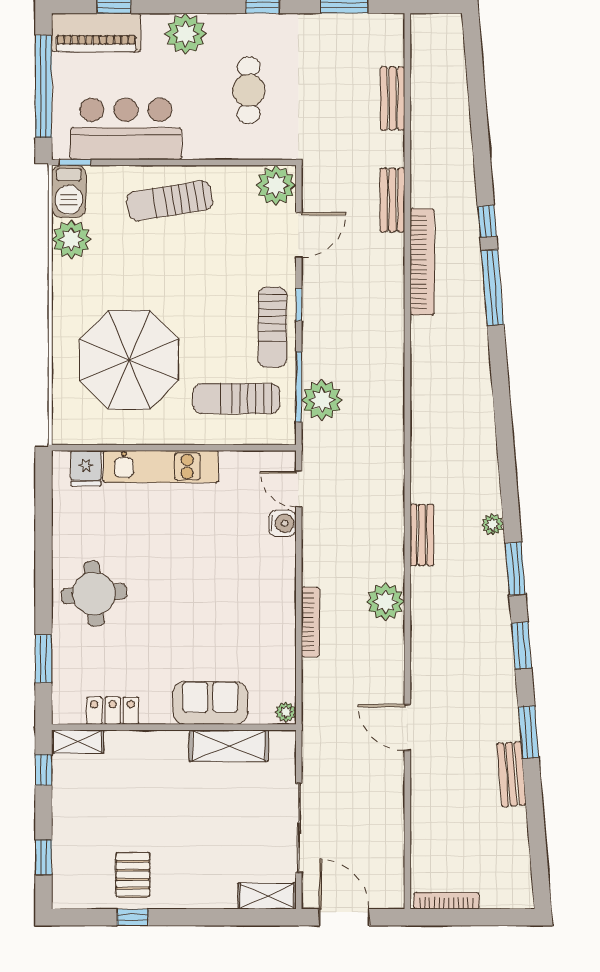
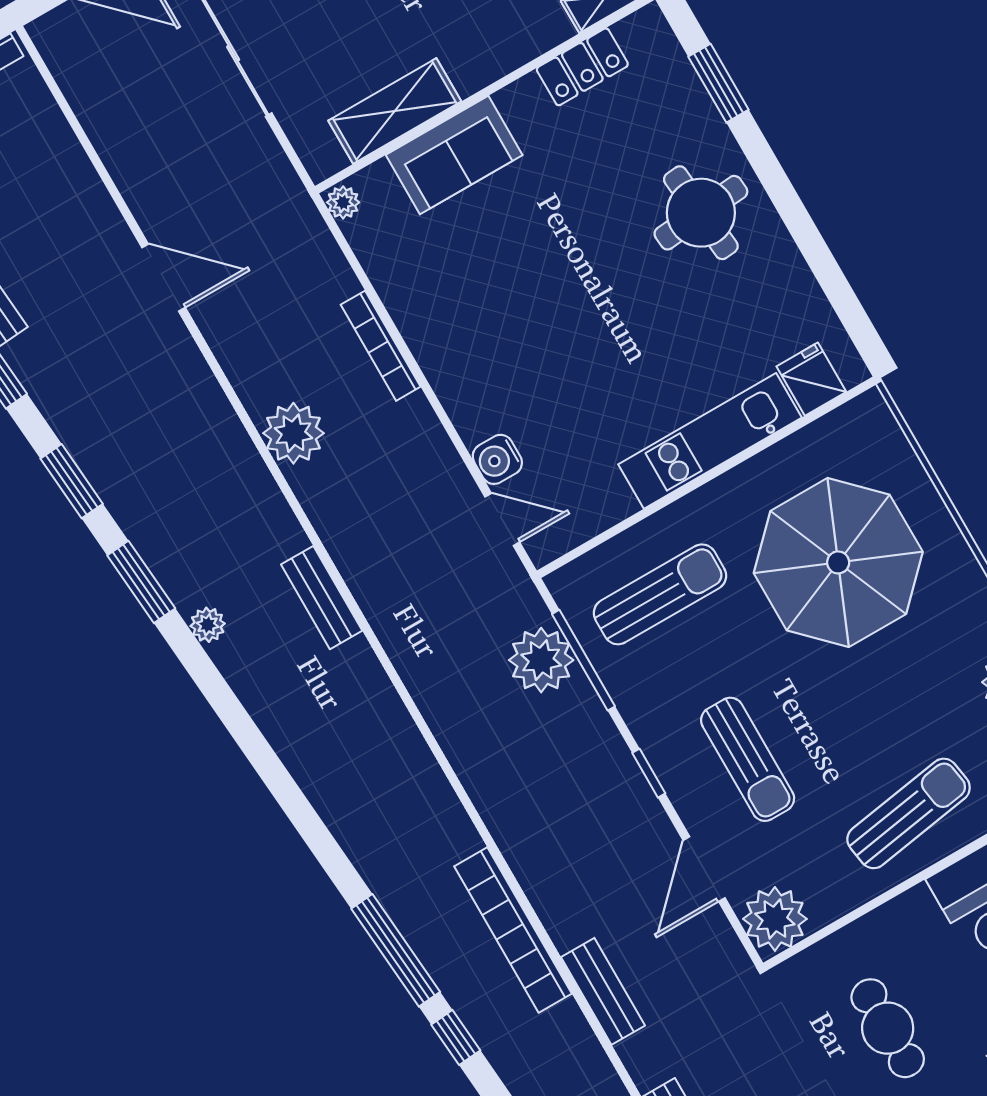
sun lounger: (272, 327) -> (748, 759), moved, turned 180
bench: (422, 535) -> (322, 598), moved

